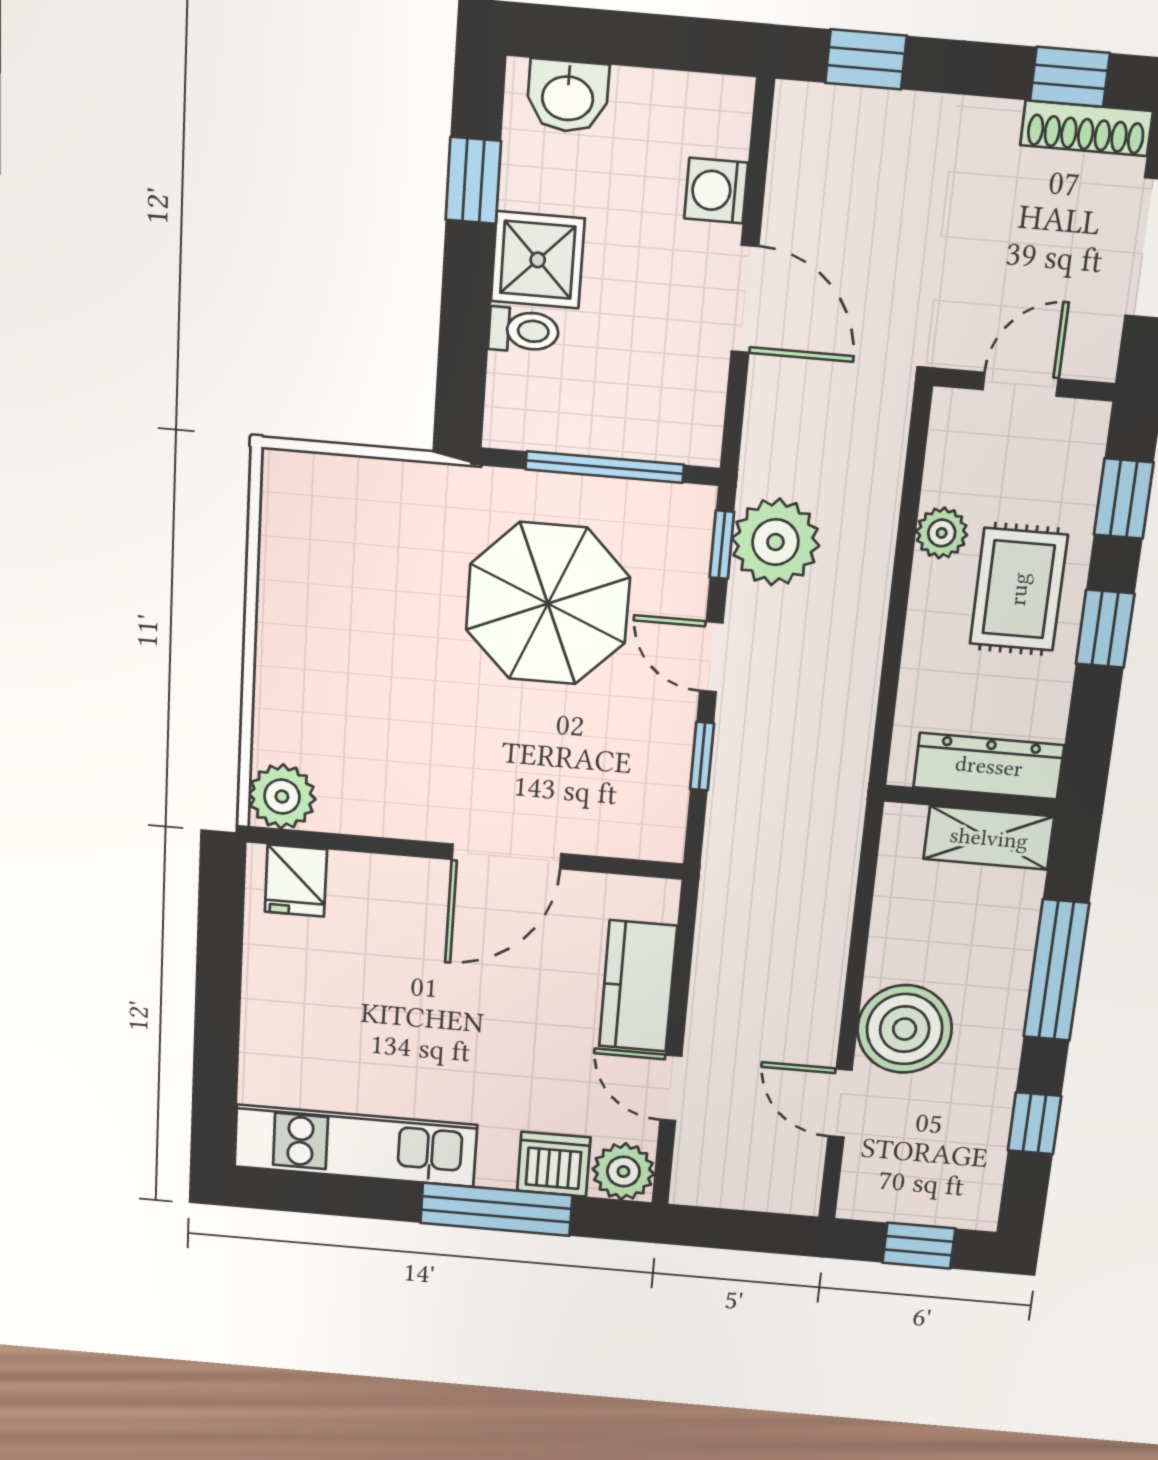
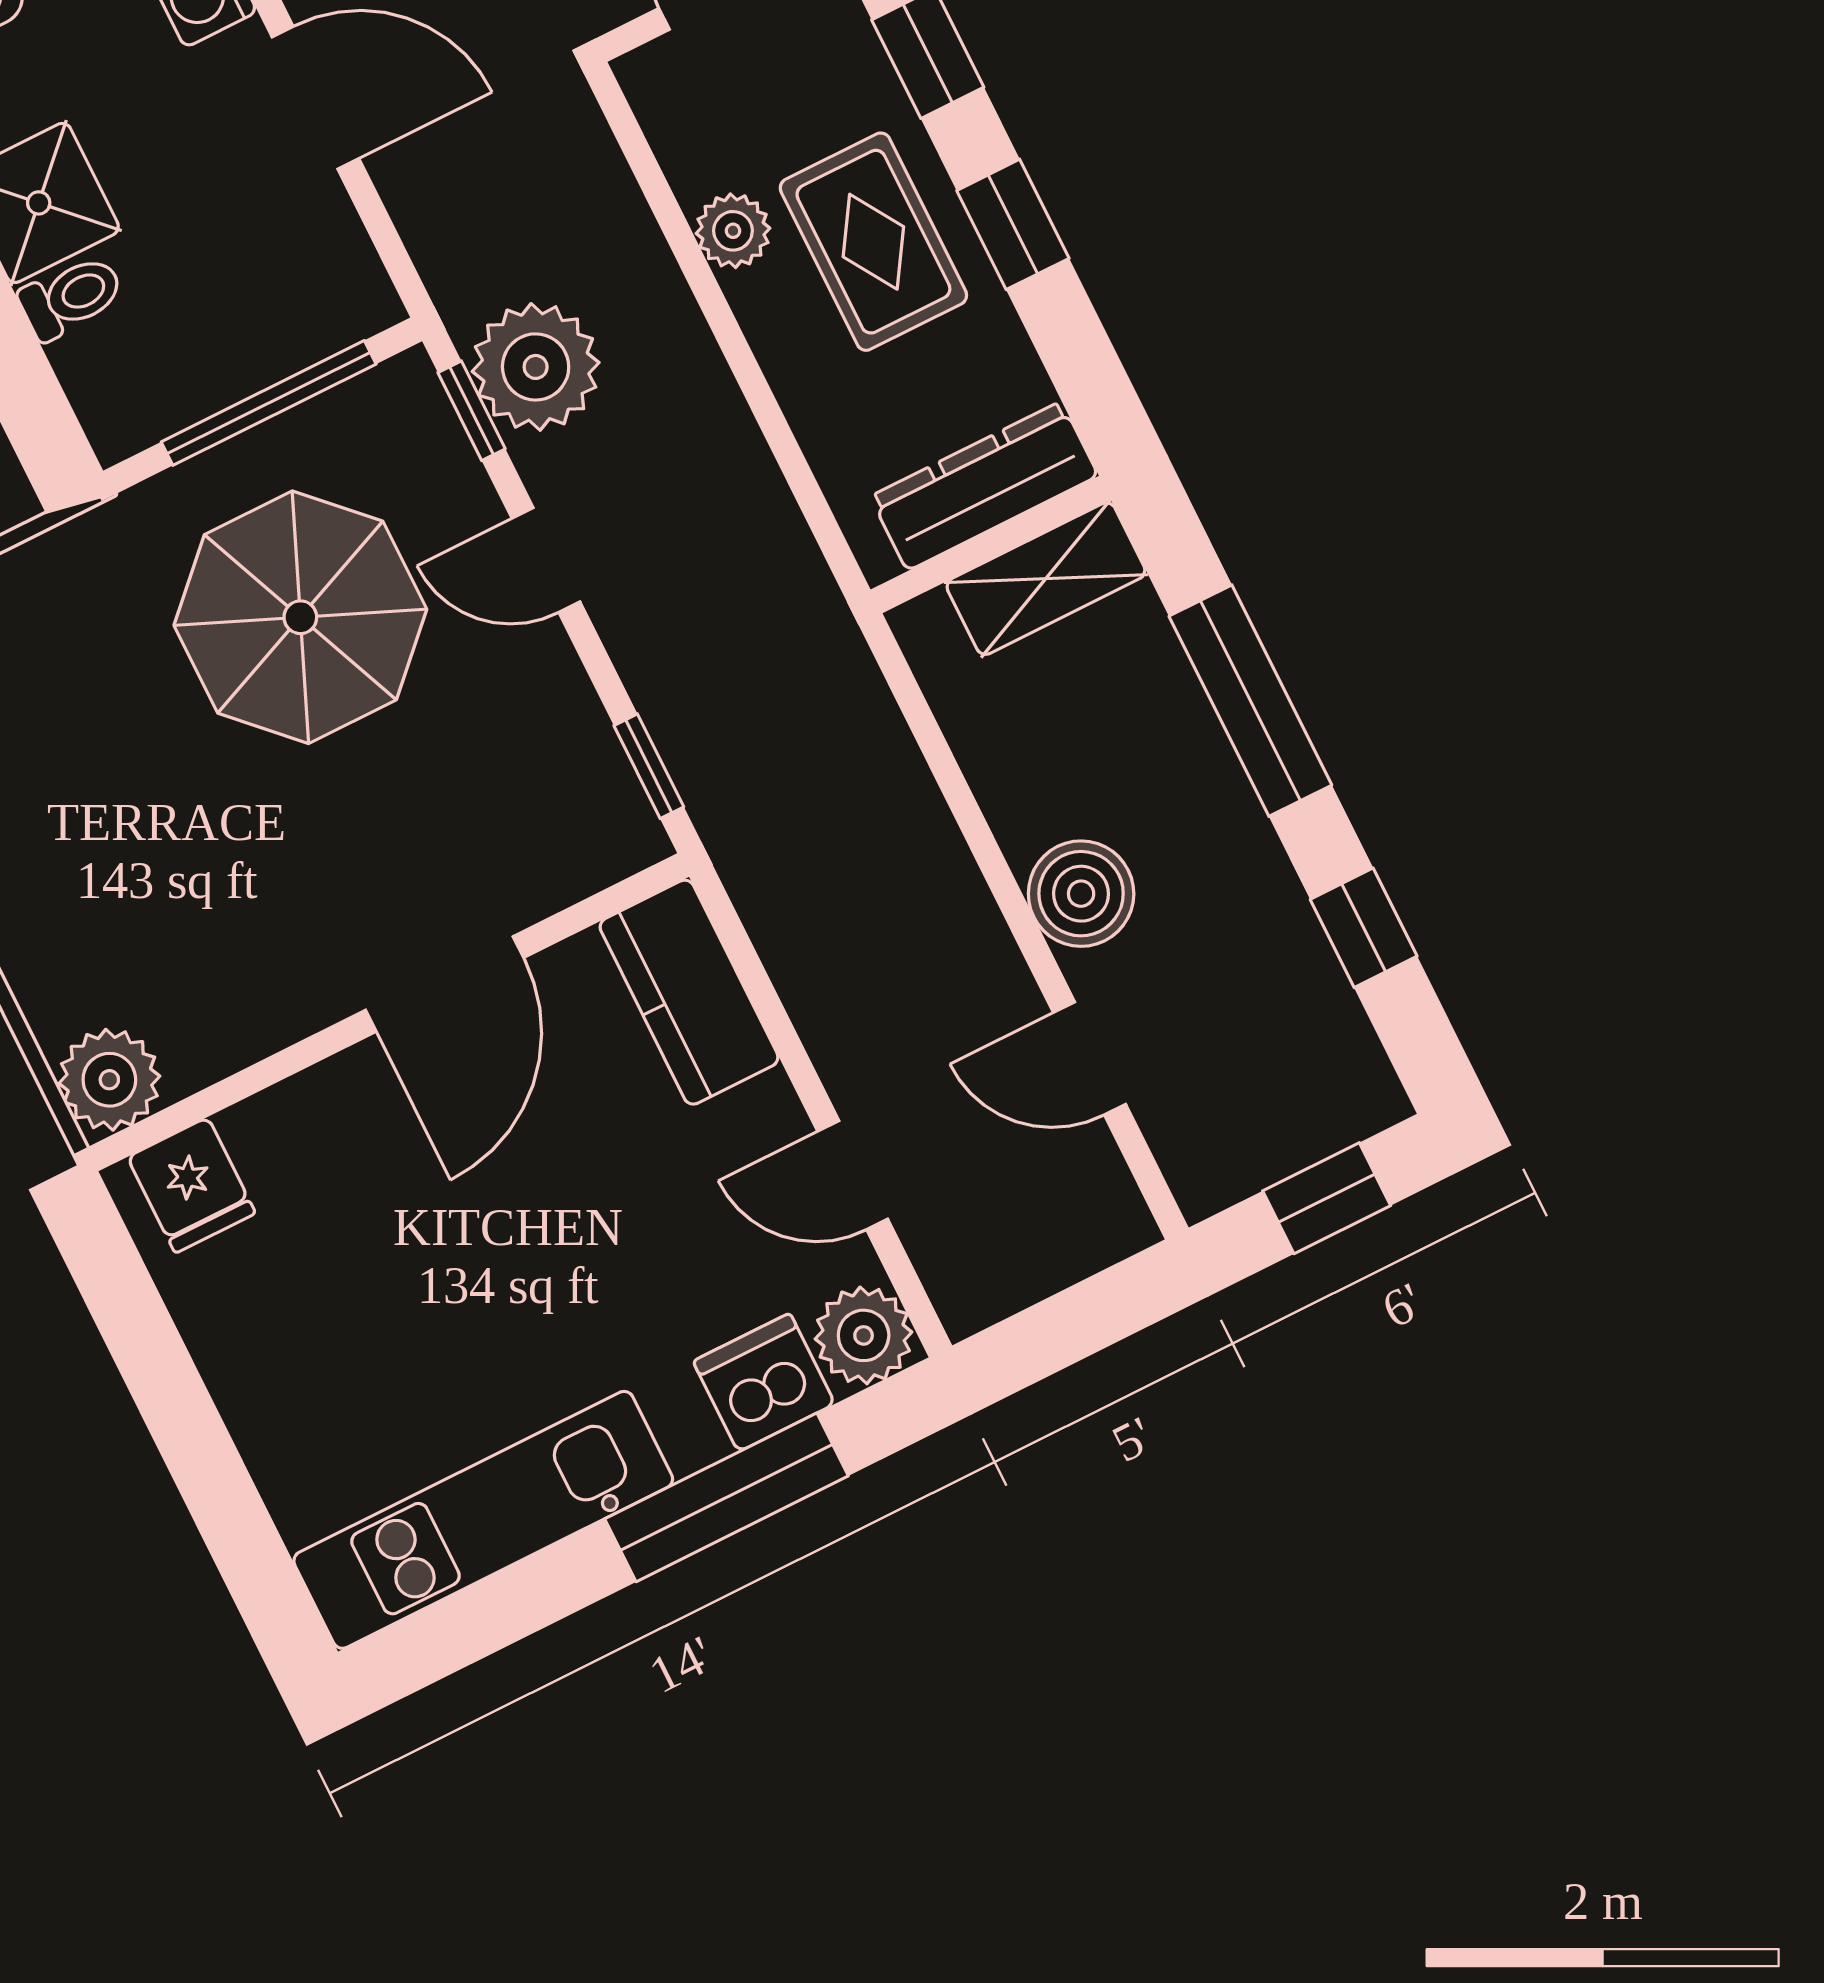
window: (702, 756) -> (649, 766), moved
kitchen counter: (638, 986) -> (689, 992), moved
boiler: (905, 1029) -> (1081, 894), width x0.73, depth x0.73

